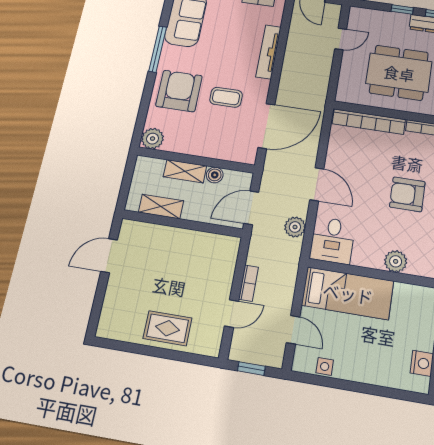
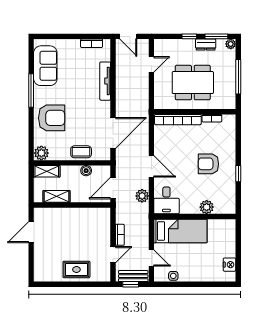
armchair: (179, 91) -> (52, 118), turned 90
coffee table: (226, 97) -> (81, 152), moved
shelving: (185, 171) -> (47, 171), moved
bench: (258, 355) -> (133, 276), added

